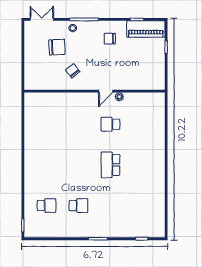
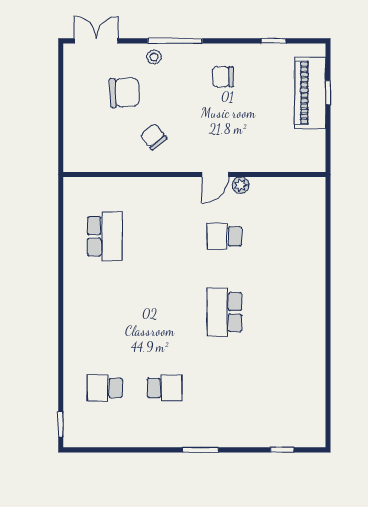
piano: (146, 29) -> (310, 93), moved, turned 90
school desk: (46, 124) -> (105, 236), added
school desk: (46, 206) -> (105, 388), turned 180

